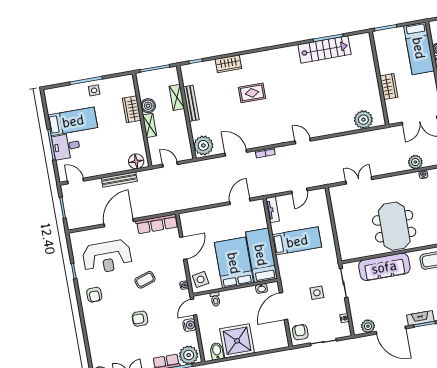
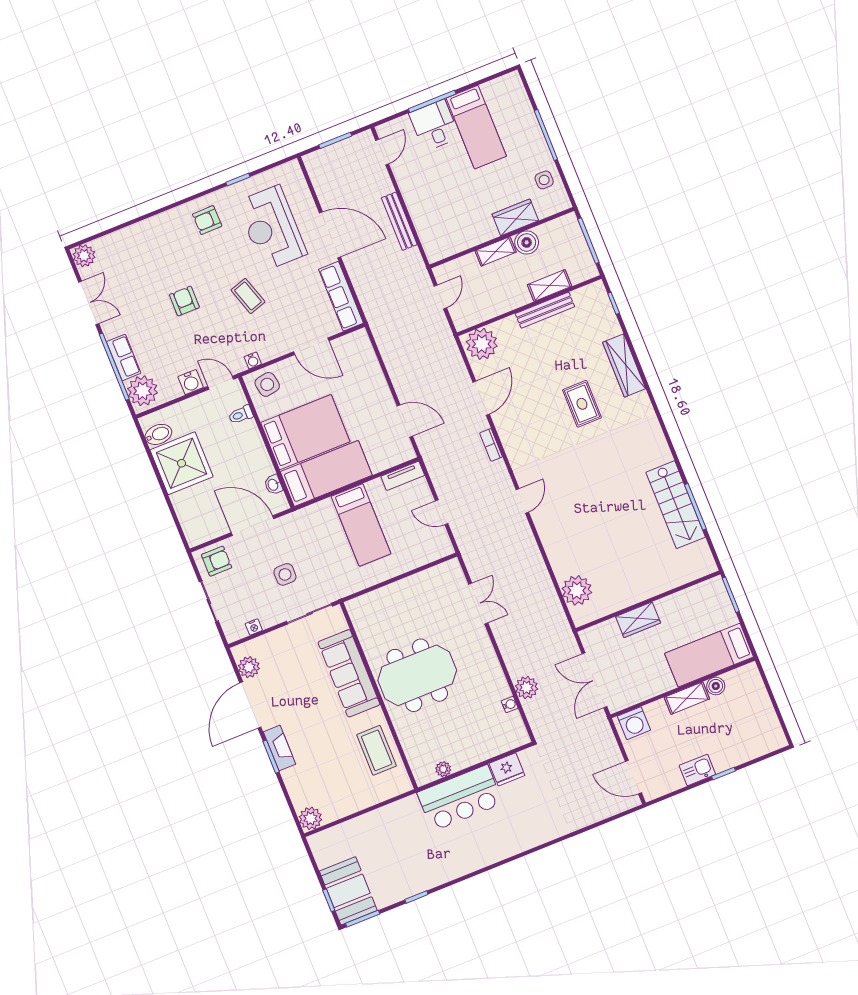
wardrobe: (228, 64) -> (624, 366), width x1.50
side table: (94, 90) -> (544, 180), moved
floor lamp: (136, 161) -> (434, 242), removed

